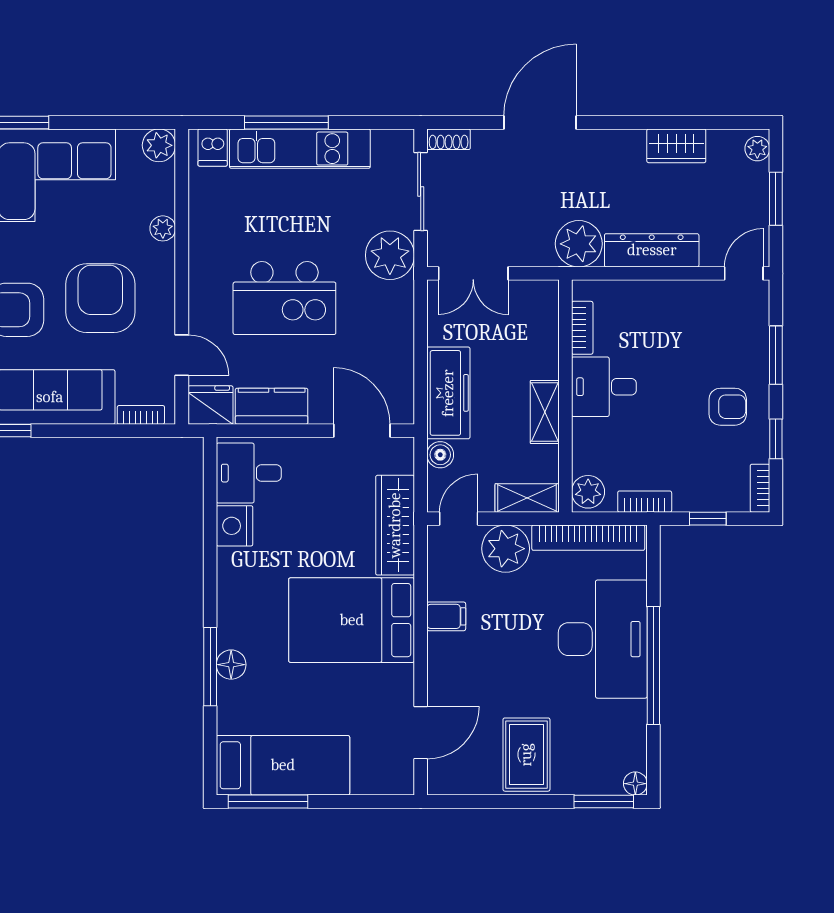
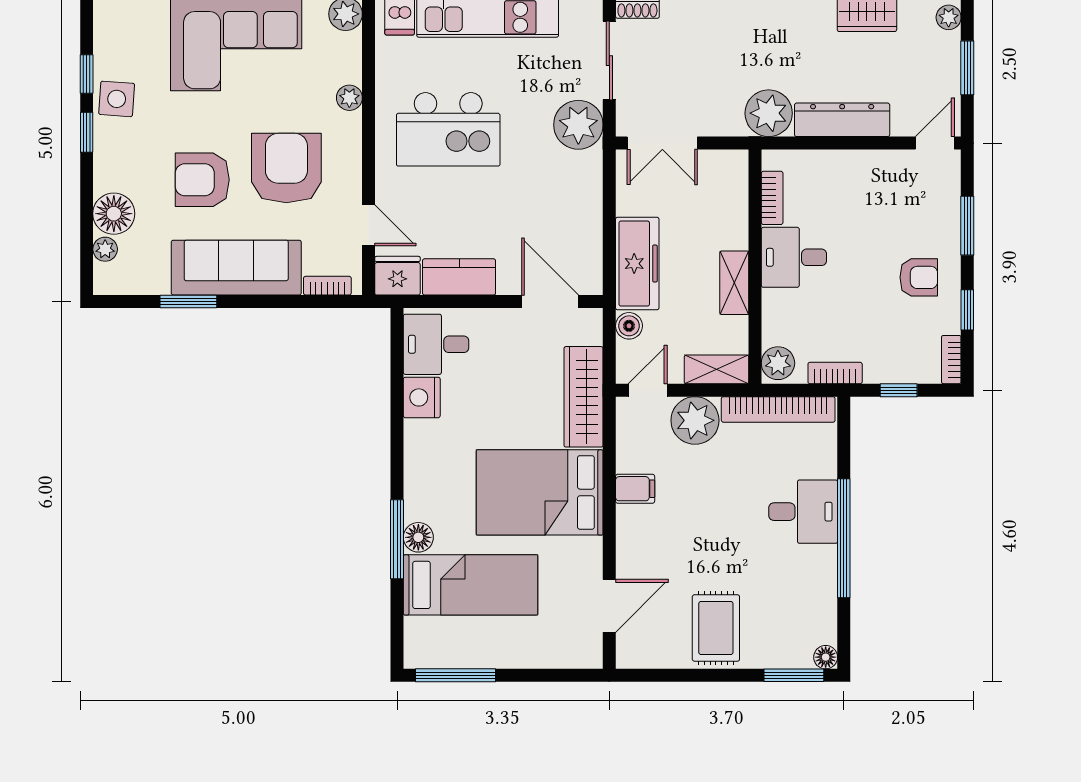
kitchen island: (284, 298) -> (448, 129), moved
desk: (603, 639) -> (803, 512), width x0.53, depth x0.77
bed: (283, 765) -> (471, 585), moved

